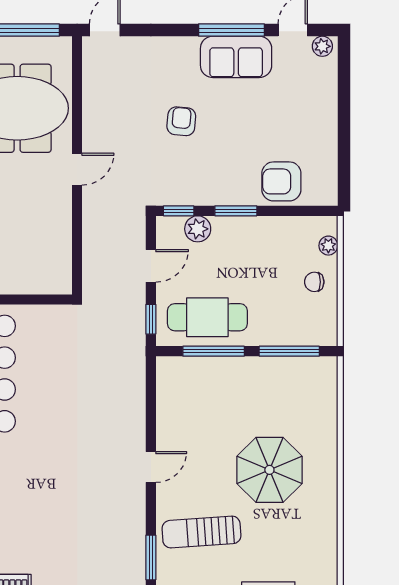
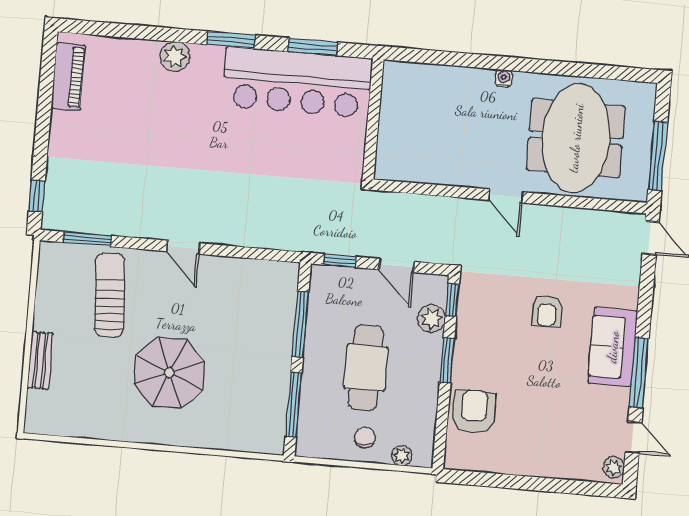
sofa: (236, 57) -> (613, 347), moved
armchair: (181, 121) -> (547, 311), turned 85
cafe table: (207, 317) -> (366, 368), moved

